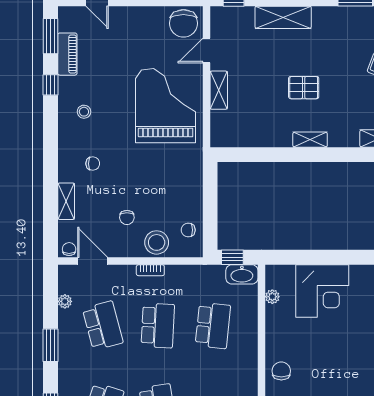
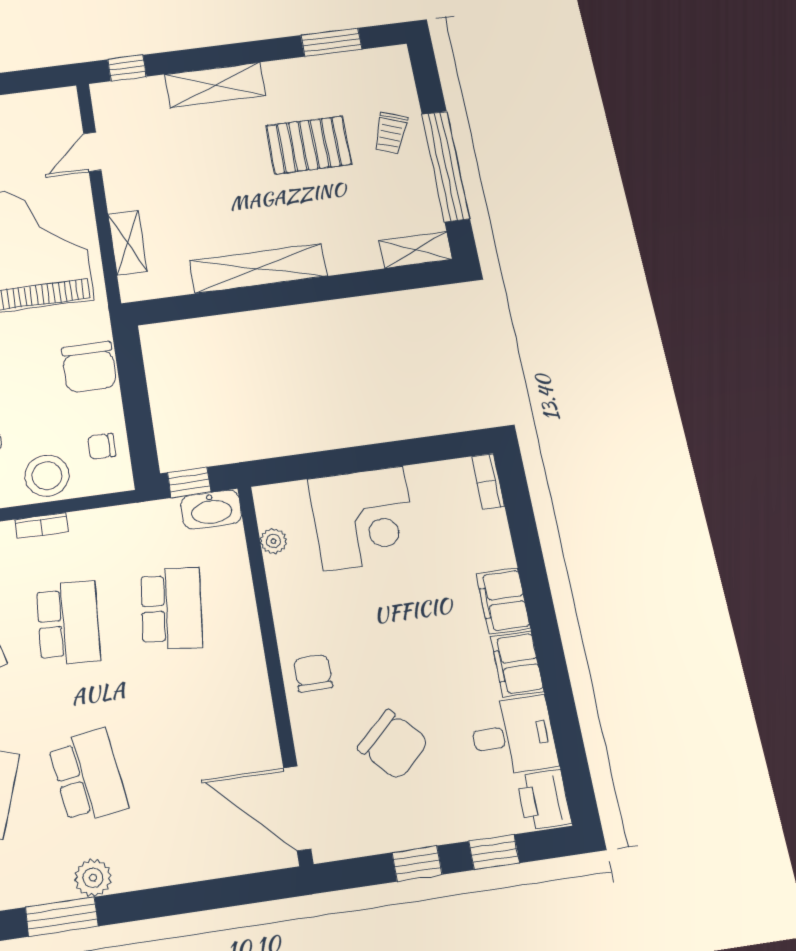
chair: (183, 23) -> (89, 367), moved
pallet: (304, 88) -> (309, 145), moved, width x1.50, depth x1.42
shelving: (219, 90) -> (128, 243), moved
shelving: (310, 140) -> (258, 268), width x2.20, depth x1.33

